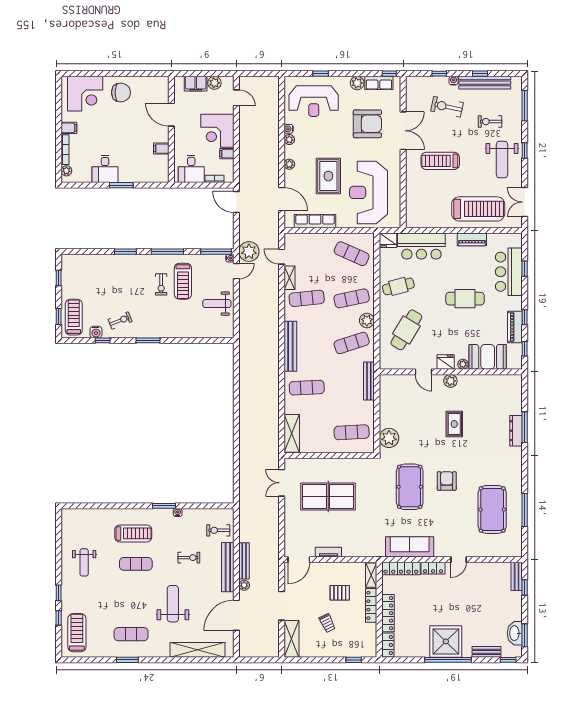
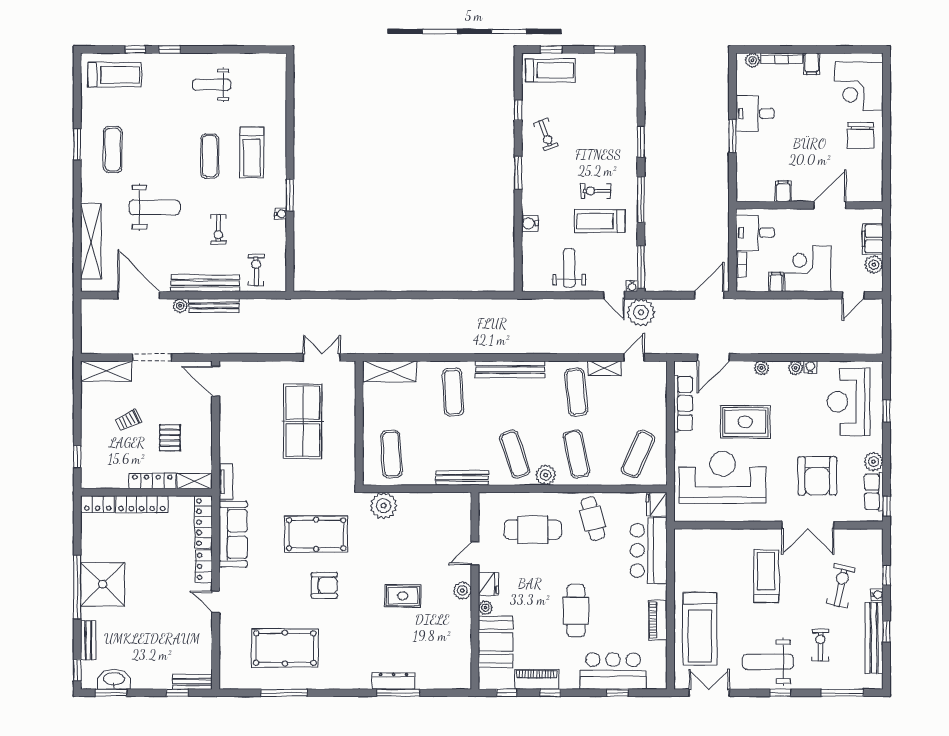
cafe table: (406, 330) -> (533, 530), turned -31
water cooler: (96, 332) -> (530, 223), moved
tv unit: (328, 552) -> (226, 482), moved

